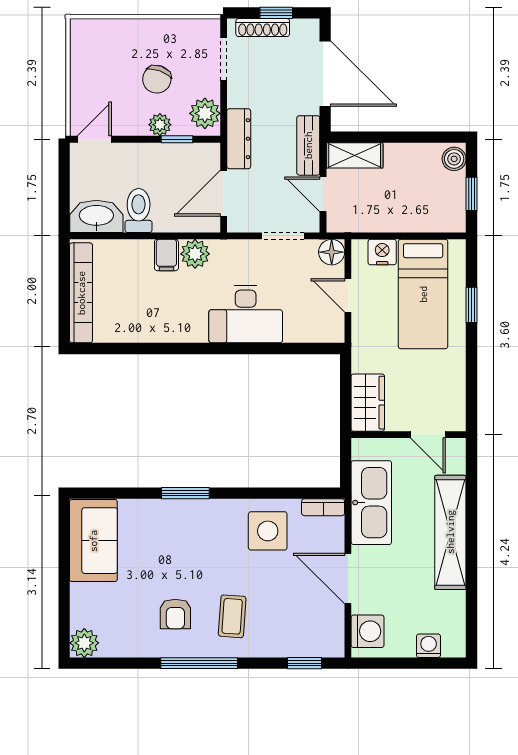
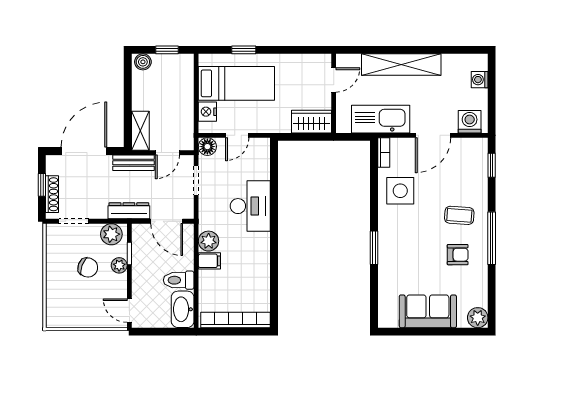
sofa: (93, 541) -> (428, 311), moved

